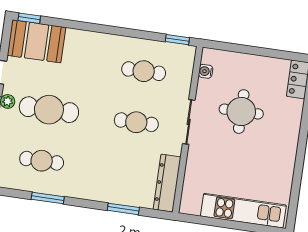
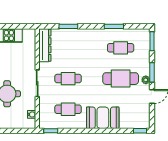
booth: (37, 41) -> (103, 118), moved

